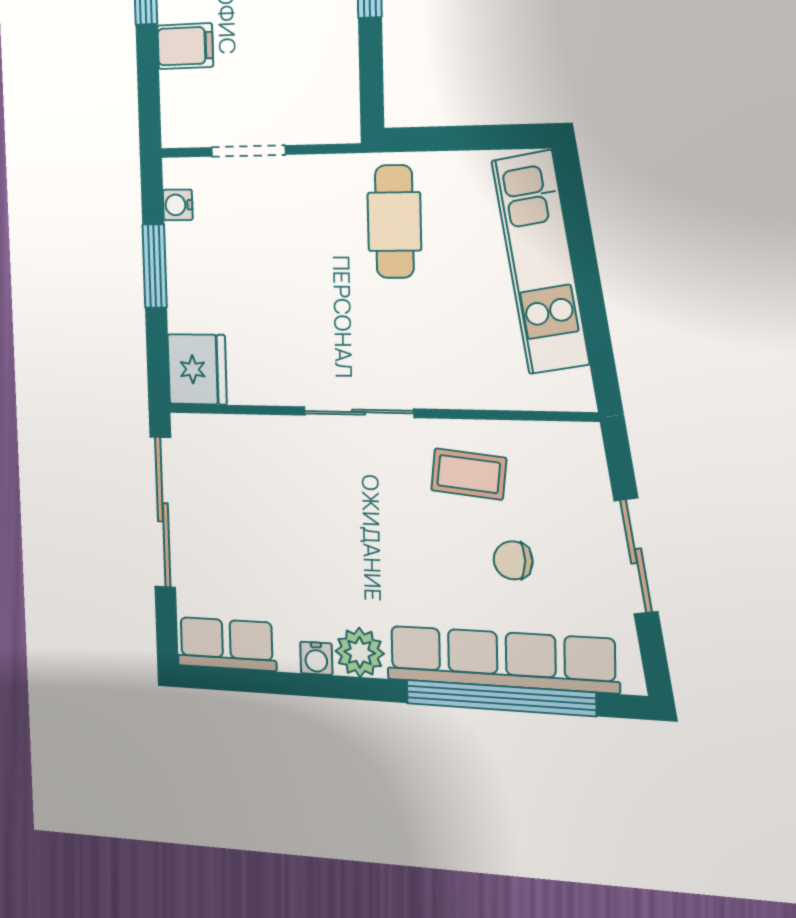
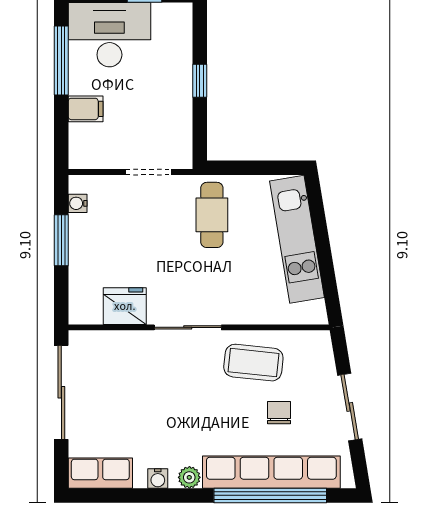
doorway: (248, 151) -> (149, 172), moved
fridge: (197, 369) -> (125, 306), moved, turned -90
coffee table: (469, 474) -> (253, 363), width x1.36, depth x1.30
chair: (513, 560) -> (279, 413), turned 90
plant: (360, 652) -> (189, 477), width x0.73, depth x0.73

